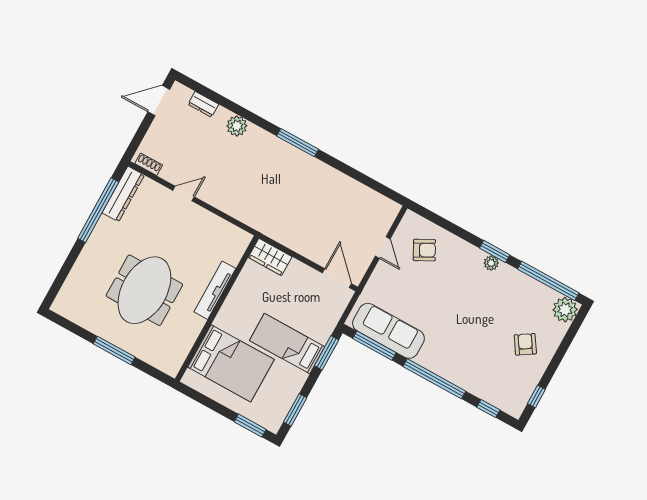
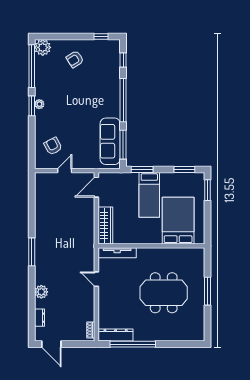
door: (184, 194) -> (96, 279), moved
wardrobe: (270, 257) -> (105, 226), width x1.50
tv unit: (215, 290) -> (117, 253), moved

